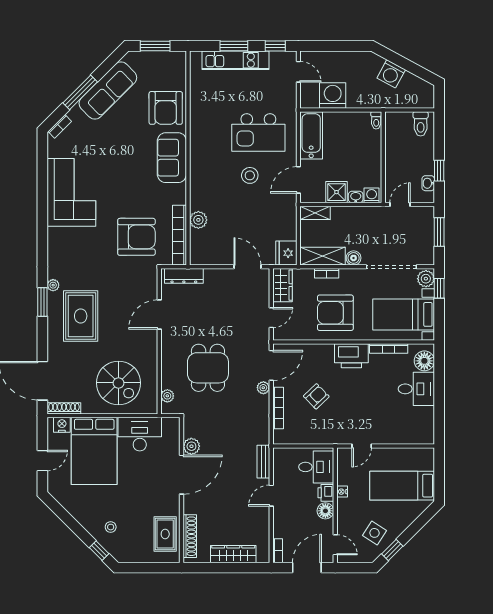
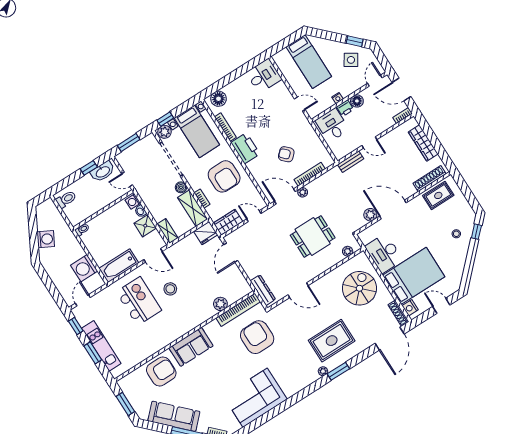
washbasin: (428, 183) -> (103, 172), width x1.91, depth x1.45
desk: (416, 389) -> (264, 76), moved, turned 90

